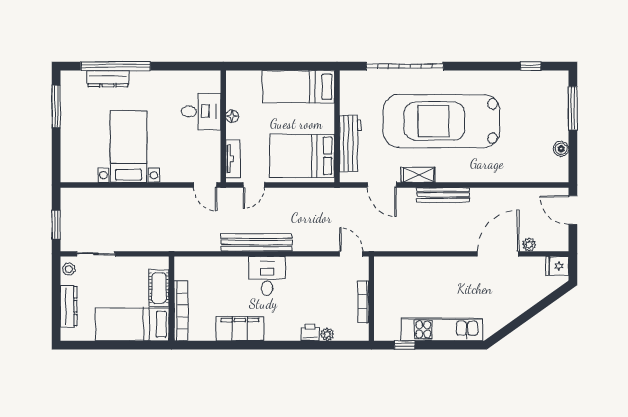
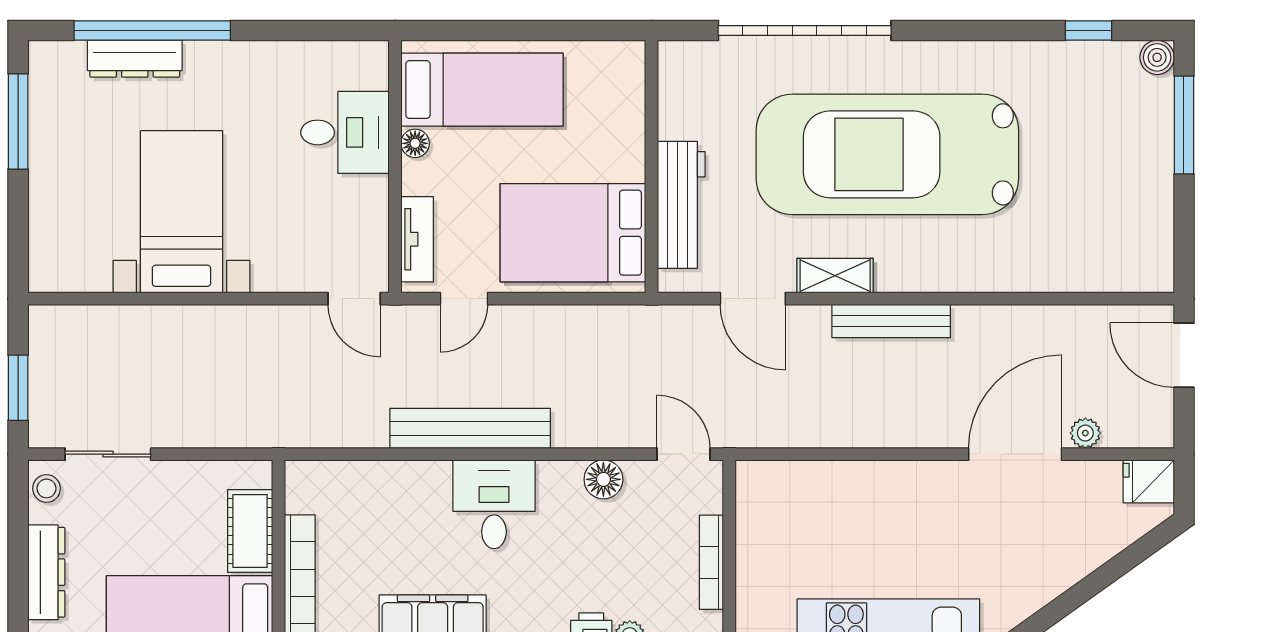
bed: (298, 87) -> (482, 90), moved, turned 180
boiler: (561, 149) -> (1157, 57), moved
floor lamp: (316, 265) -> (603, 479), added

